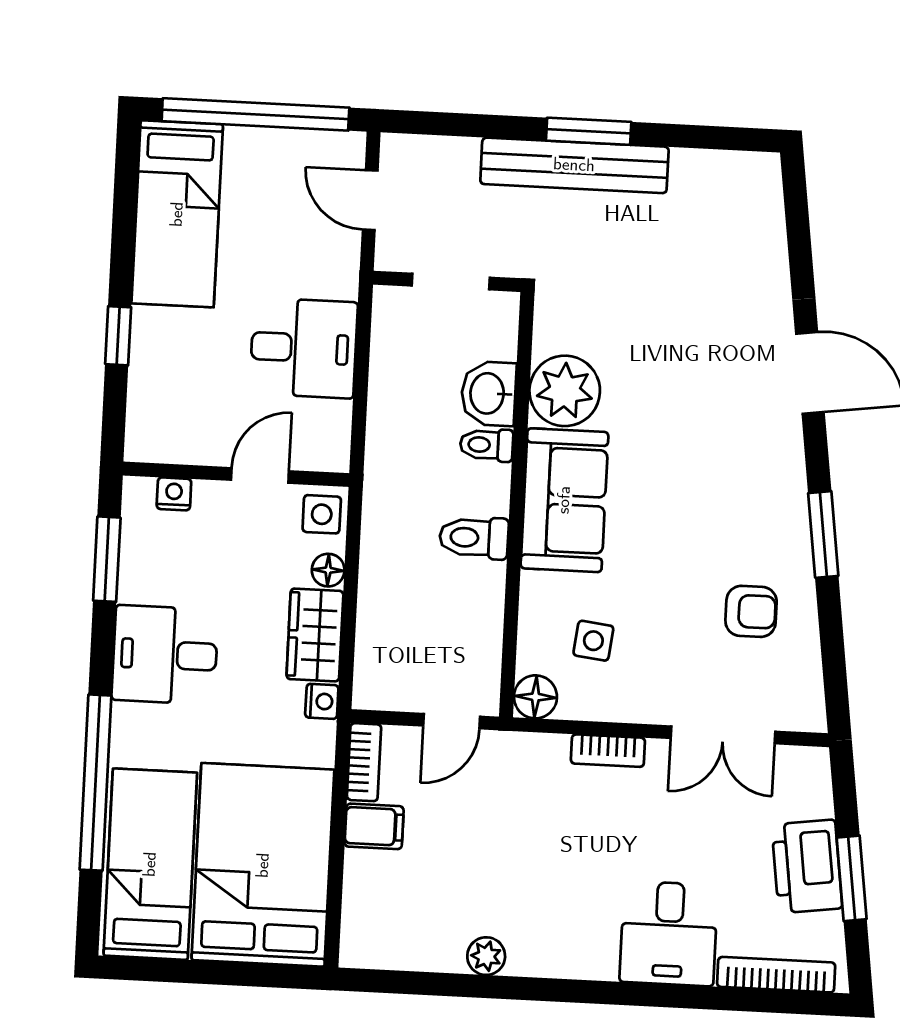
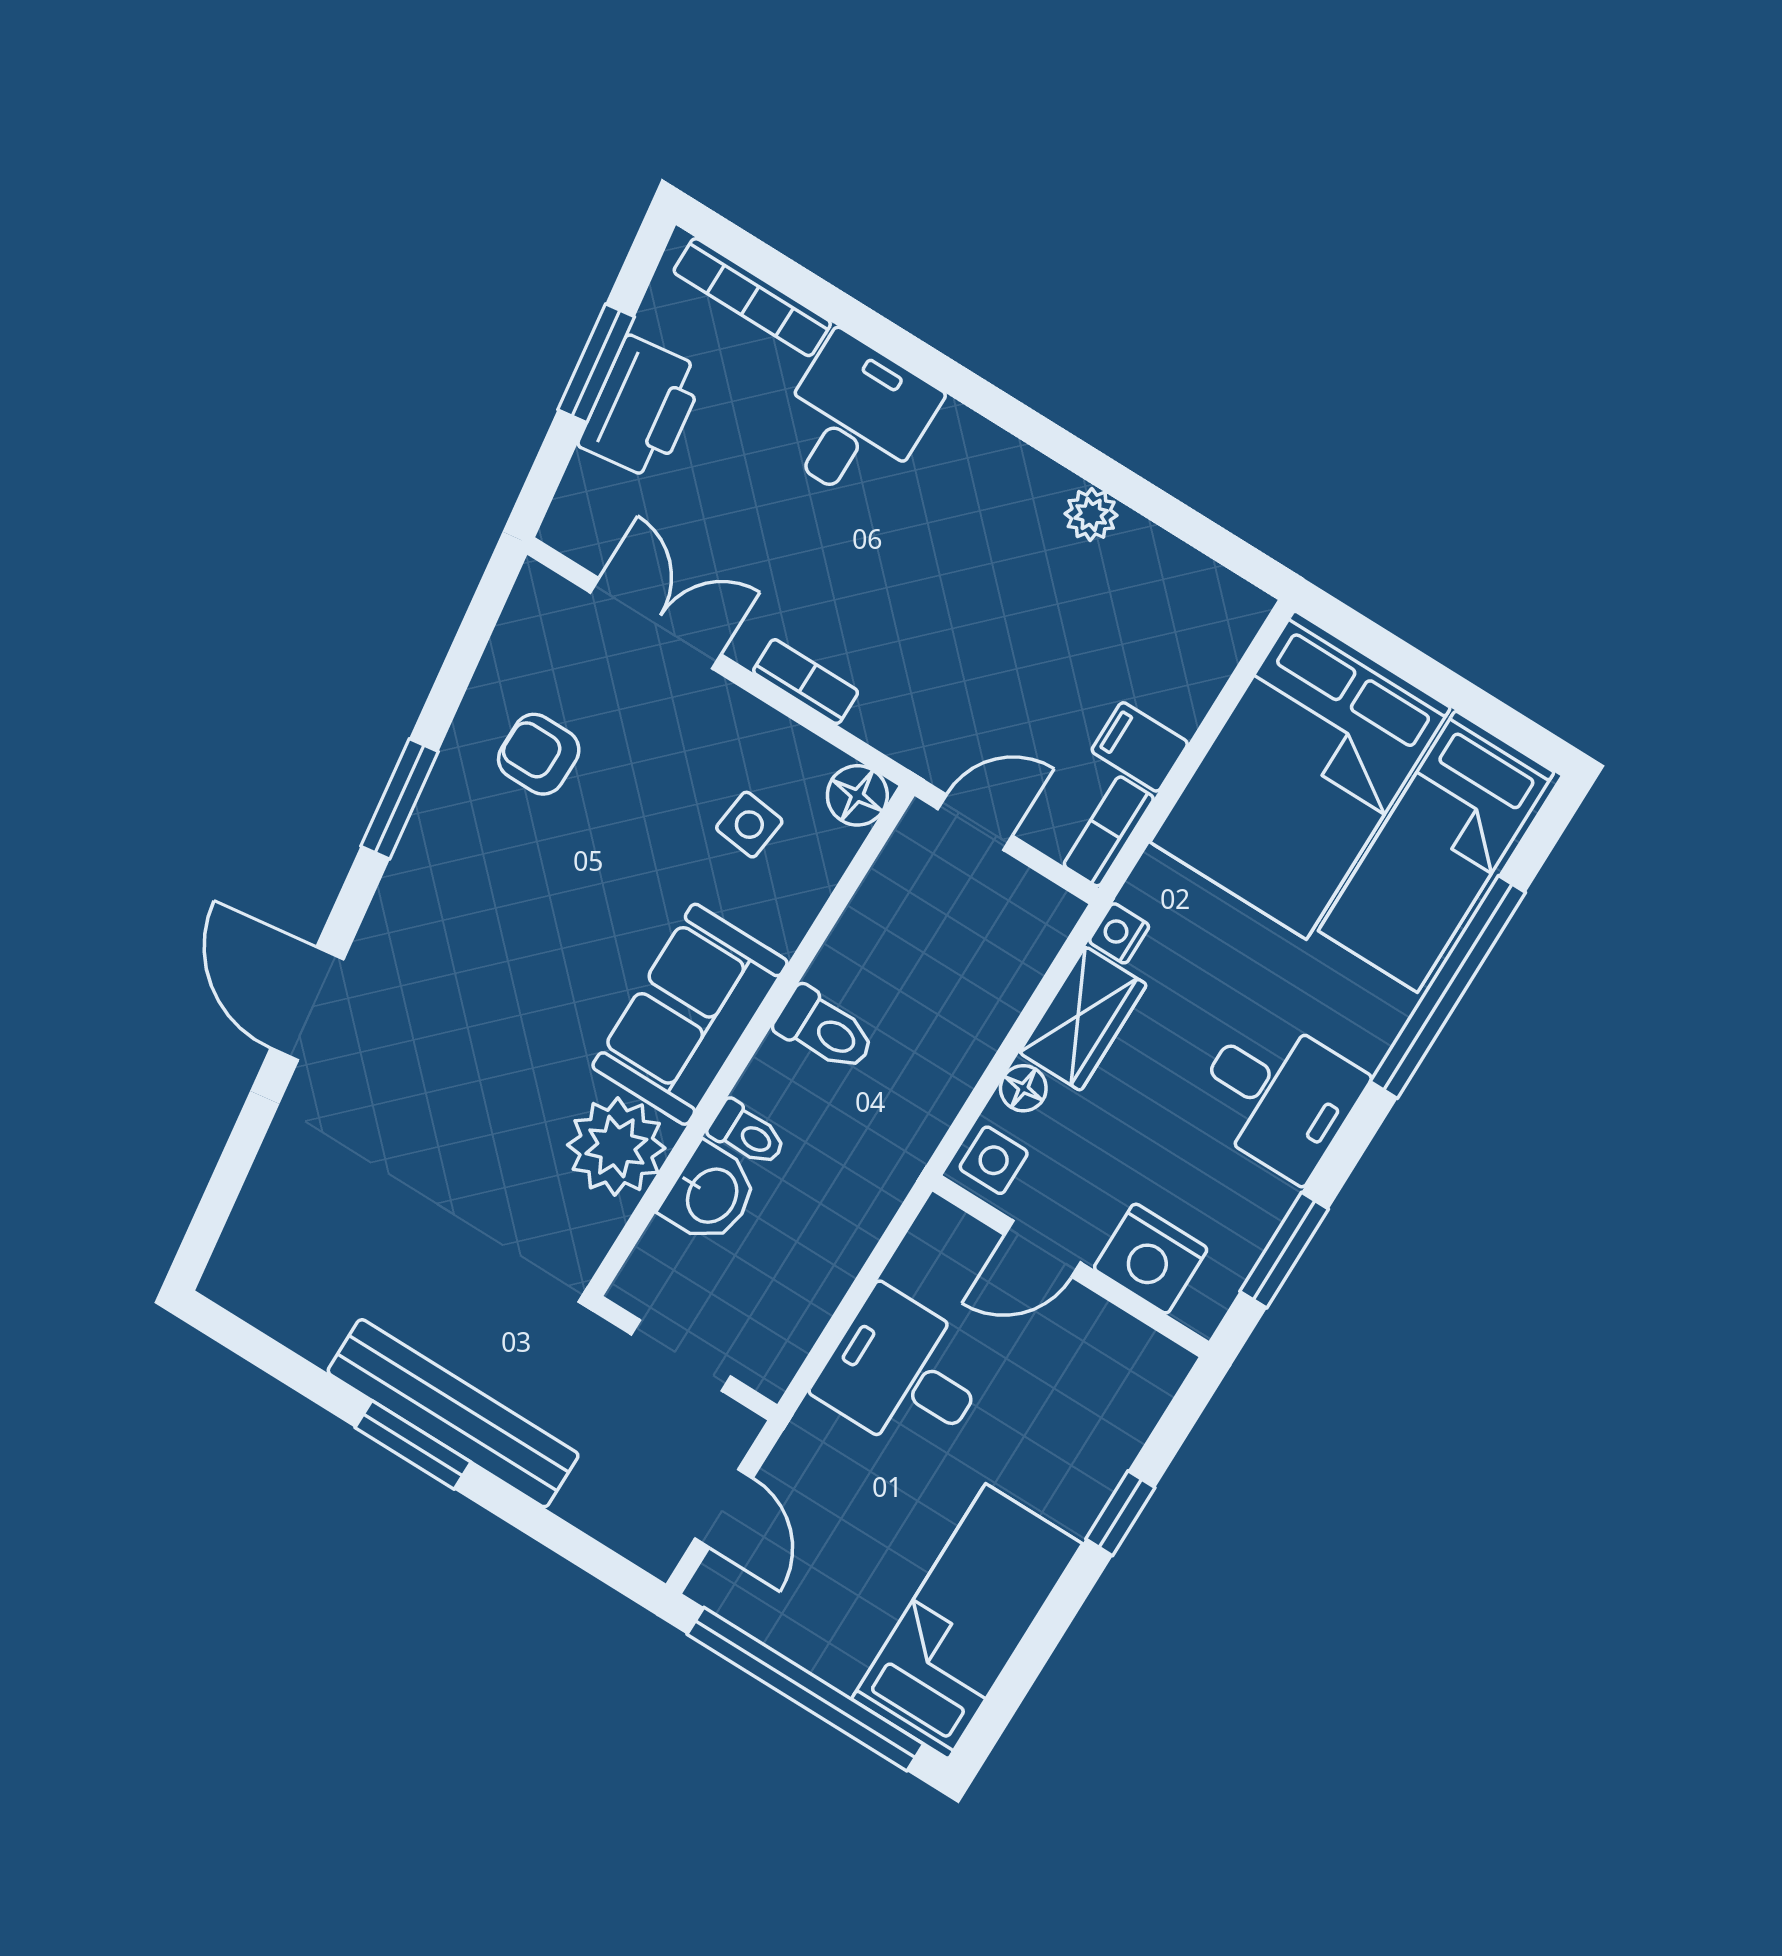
nightstand: (174, 494) -> (1151, 1259), width x1.89, depth x1.79

